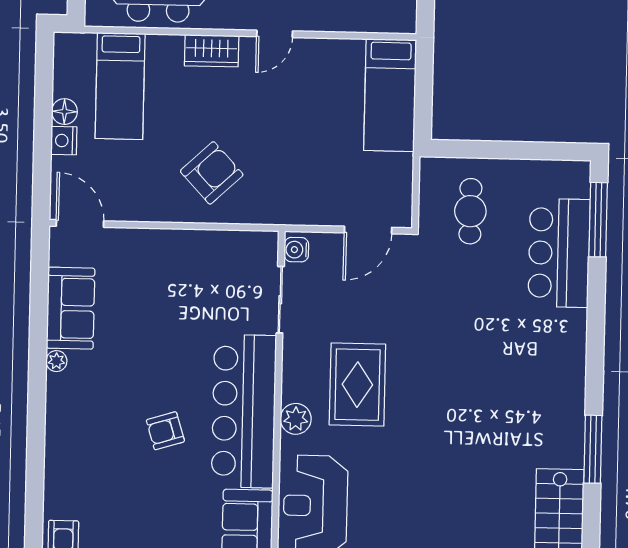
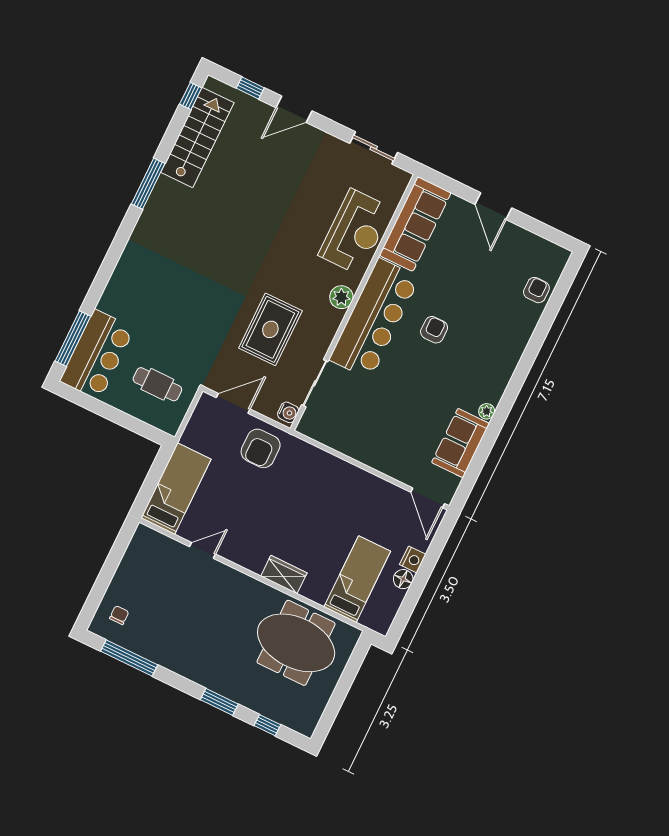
door: (275, 34) -> (202, 550), moved
armchair: (212, 173) -> (261, 448), moved, turned -47
cafe table: (470, 211) -> (157, 384), turned 90
bar counter: (559, 253) -> (97, 355), moved
rug: (357, 385) -> (270, 329), moved
armchair: (165, 431) -> (434, 330), turned -73

